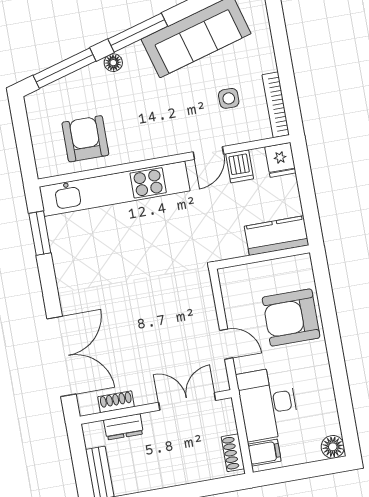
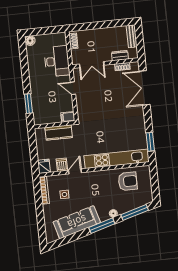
armchair: (85, 139) -> (128, 181), turned -90
kitchen counter: (277, 236) -> (59, 132), moved
window: (326, 302) -> (28, 104), added
armchair: (291, 318) -> (44, 98), removed
filing cabinet: (264, 453) -> (68, 117), moved

